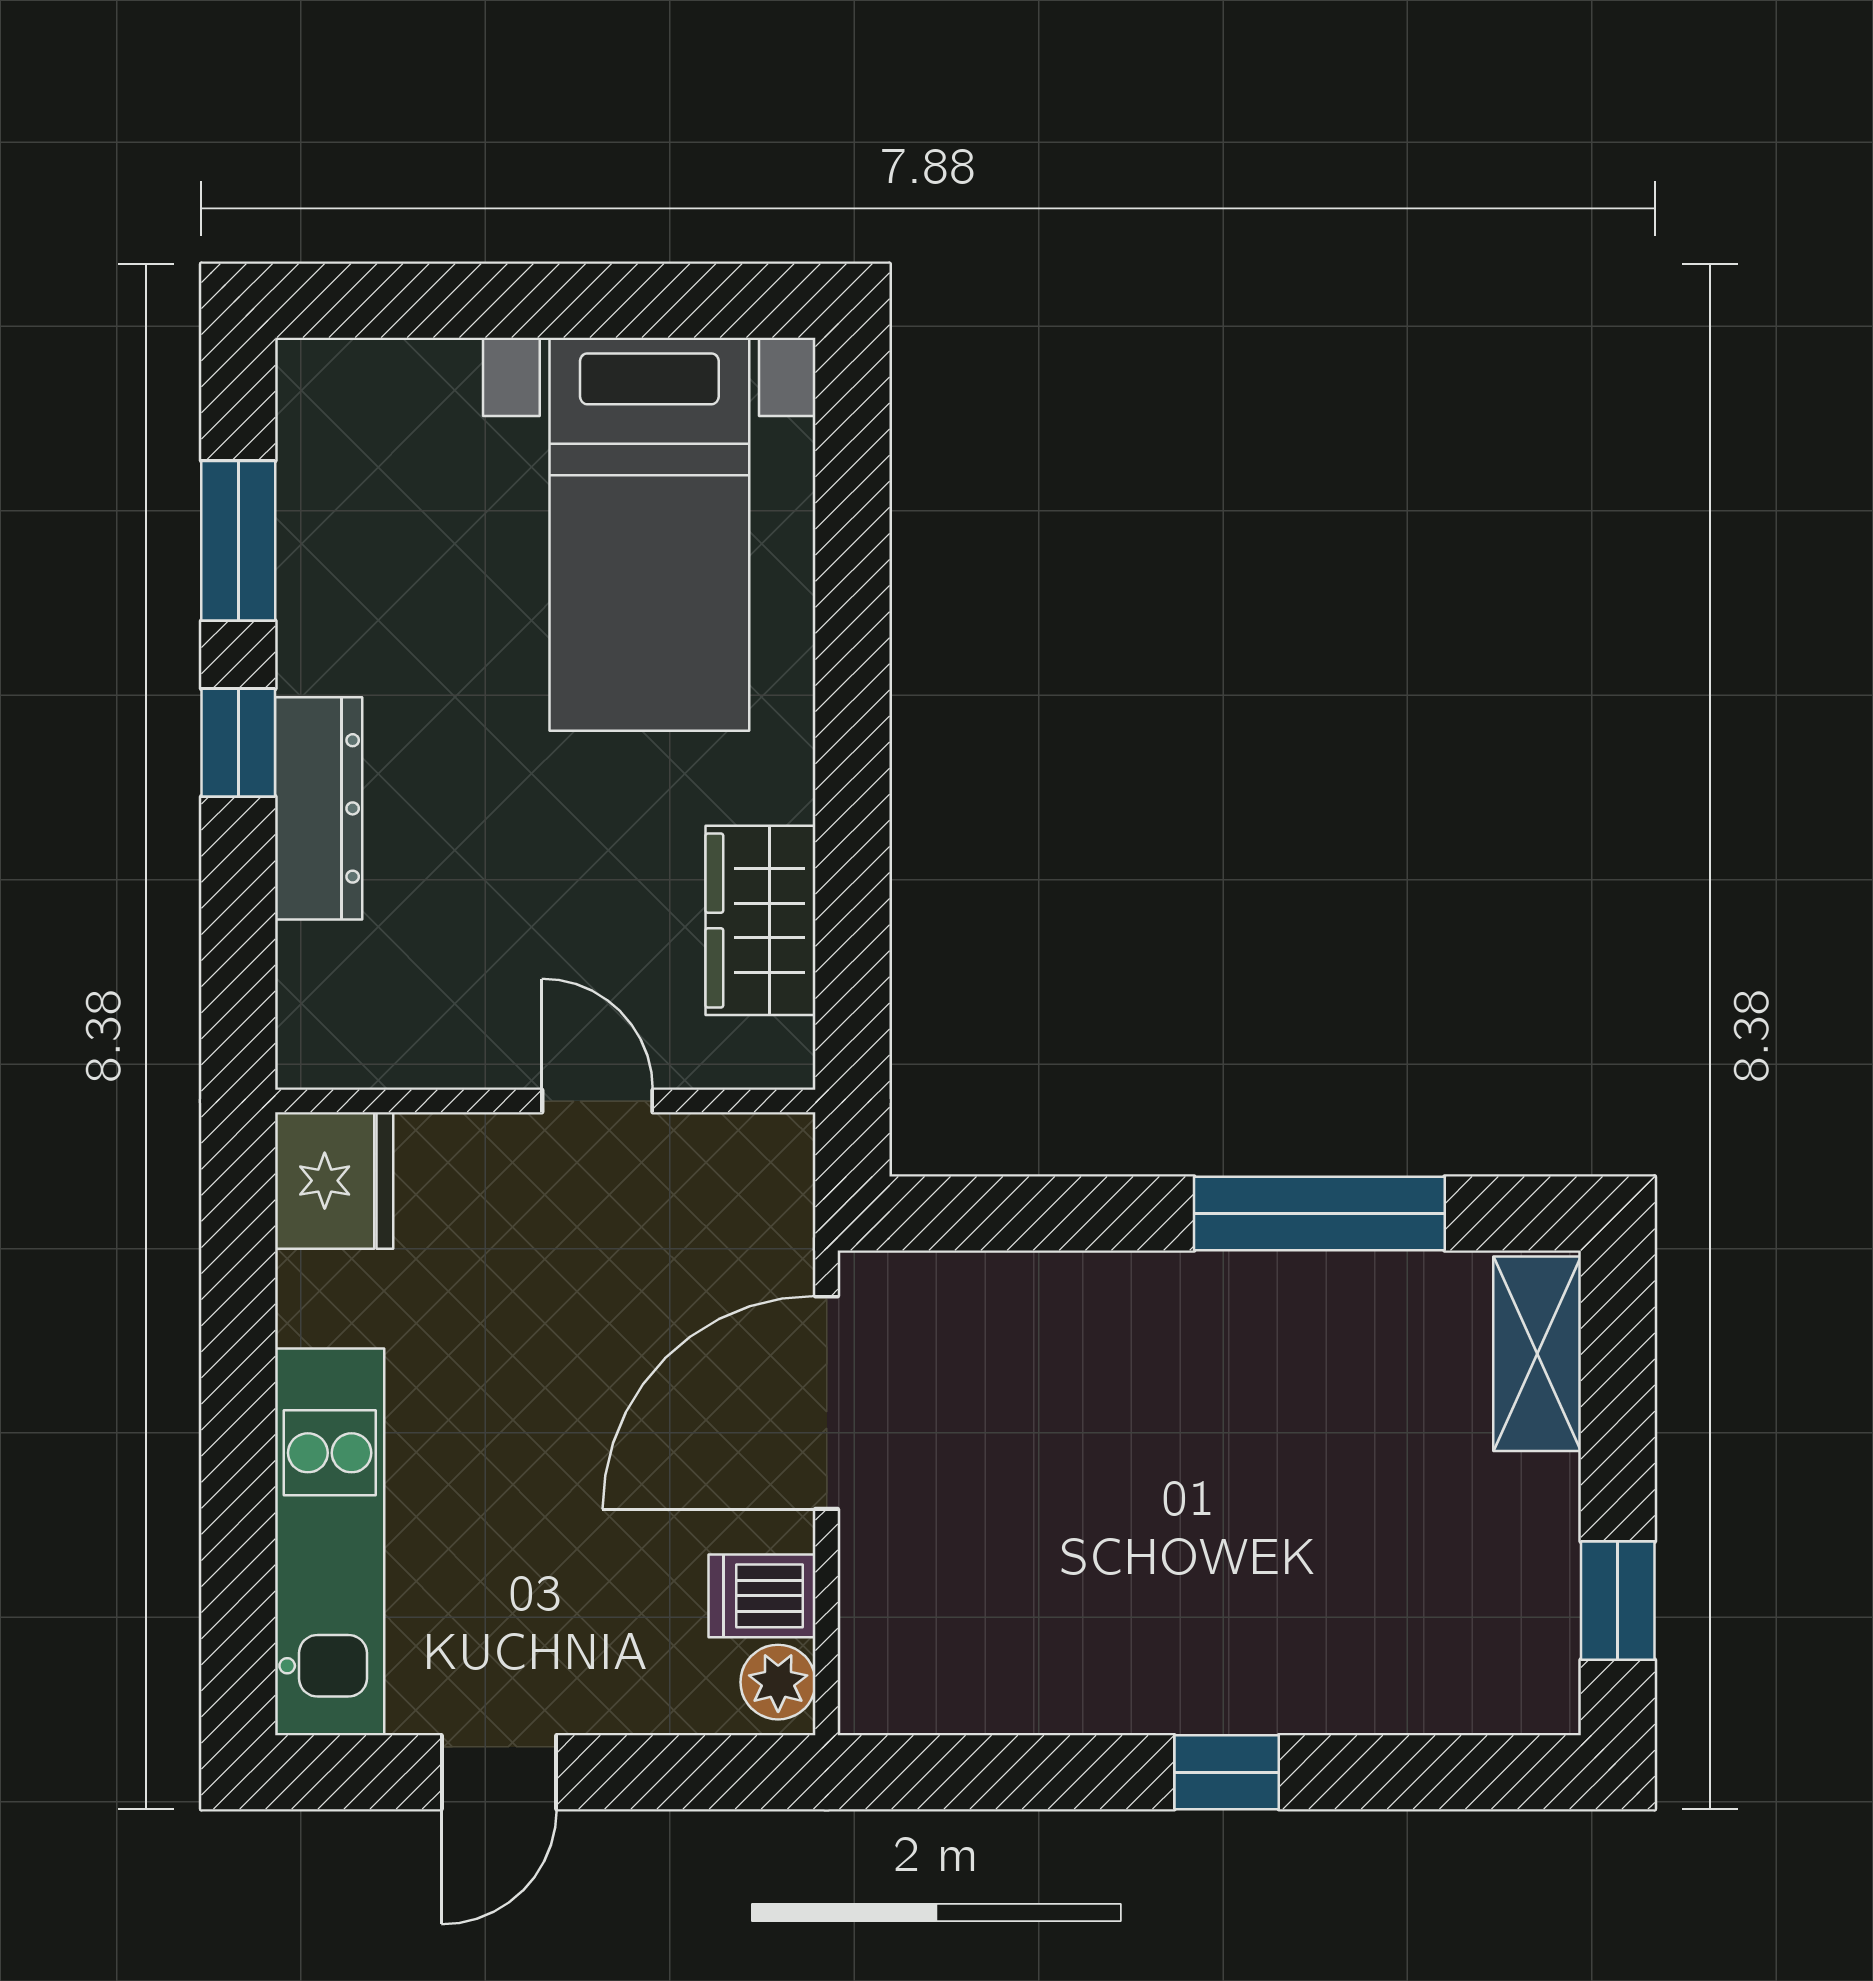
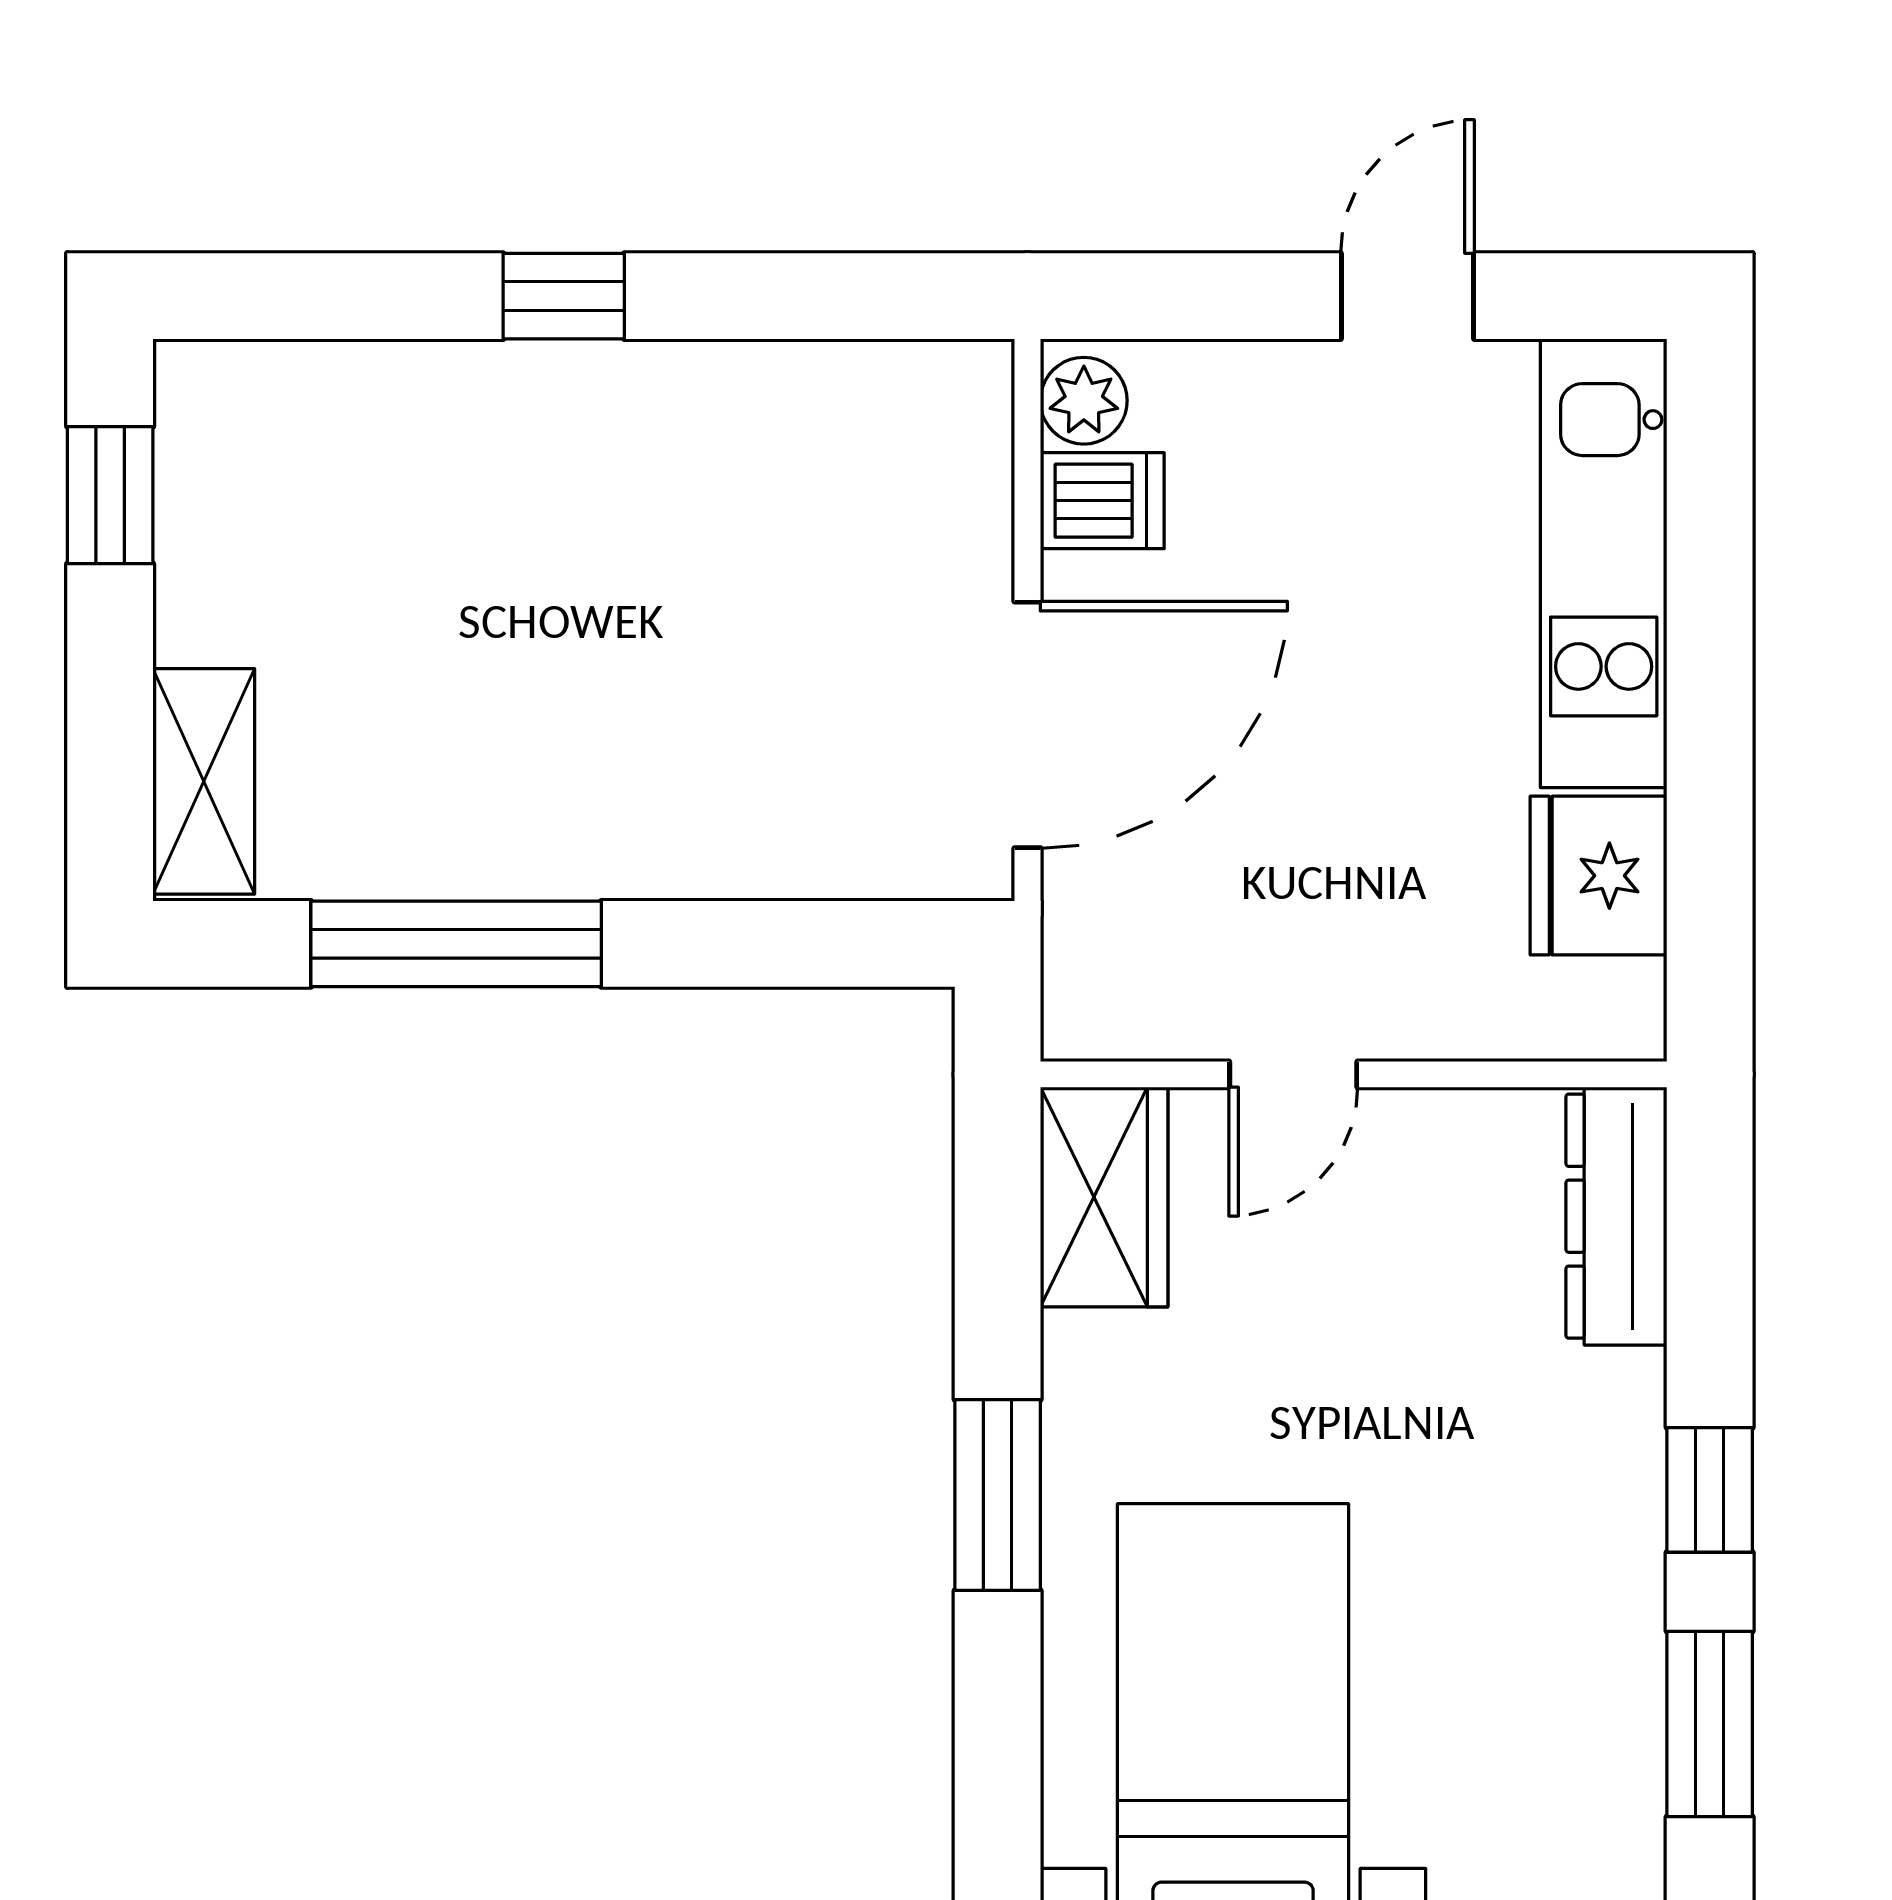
window: (852, 738) -> (998, 1495), added
dresser: (319, 808) -> (1616, 1216), moved
wardrobe: (761, 920) -> (1104, 1197), moved
door: (597, 1101) -> (1293, 1074), hinge flipped
fridge: (334, 1181) -> (1599, 876), moved

